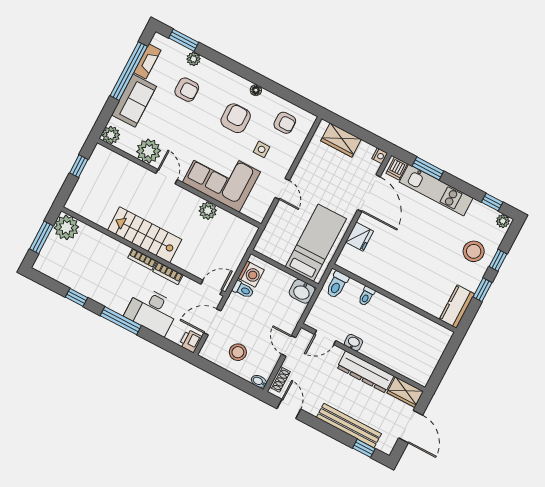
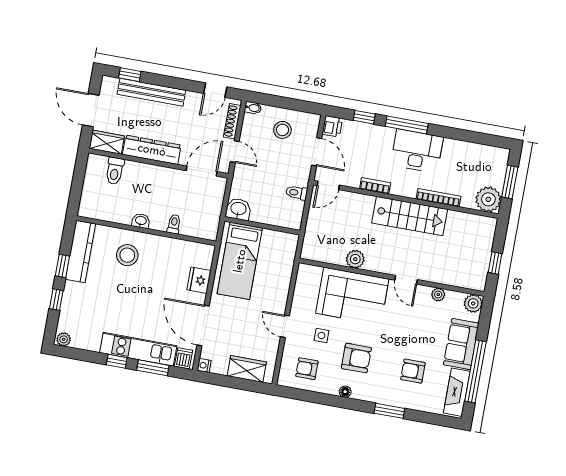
window: (184, 40) -> (389, 411), moved
plant: (194, 59) -> (416, 403), removed
fireplace: (147, 61) -> (457, 392), width x1.37, depth x1.32
armchair: (236, 118) -> (356, 358), turned -90
plant: (149, 151) -> (438, 295), width x0.53, depth x0.53
door: (282, 189) -> (285, 326), moved
window: (492, 202) -> (117, 361), moved
stool: (474, 251) -> (127, 255), moved
bookcase: (142, 259) -> (438, 198), moved, width x1.56
washing machine: (251, 274) -> (294, 210), removed
toilet: (337, 285) -> (115, 171), moved, turned 180
window: (76, 297) -> (364, 117), moved
kitchen counter: (457, 307) -> (80, 252), width x1.50
desk: (152, 311) -> (417, 151), moved
door: (212, 322) -> (317, 152), hinge flipped
door: (325, 337) -> (202, 171), width x1.38
washbasin: (353, 343) -> (141, 221), moved, turned 180
shoe rack: (280, 379) -> (232, 121), width x1.43
door: (289, 409) -> (215, 90), hinge flipped

